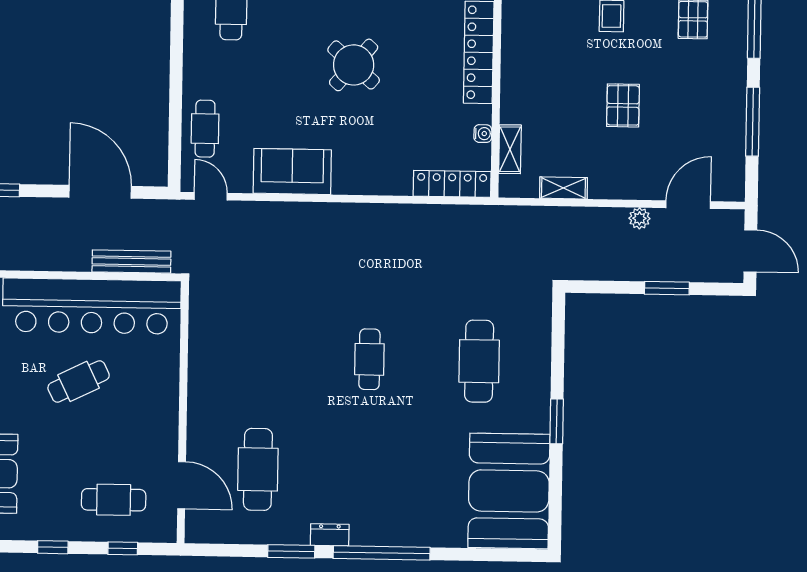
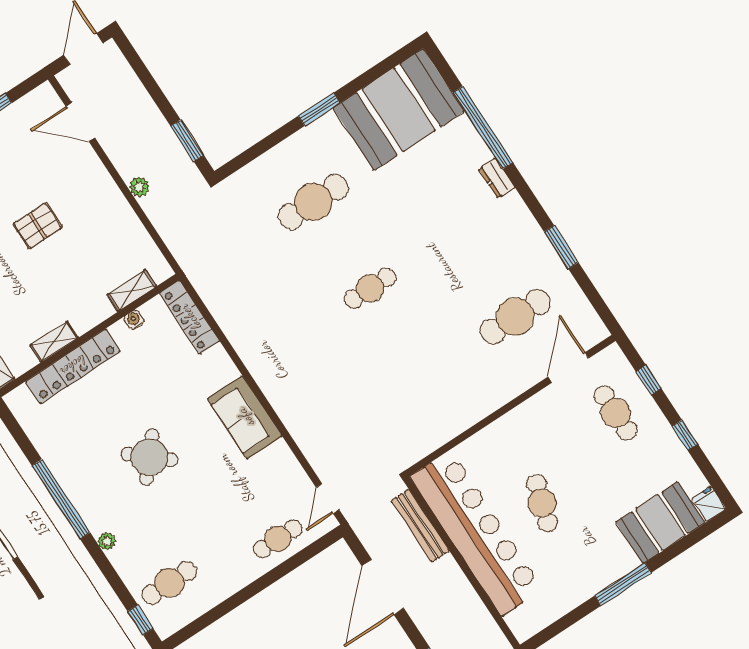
sofa: (292, 172) -> (245, 417), moved
shelving: (563, 188) -> (54, 342), moved, turned 90
plant: (639, 218) -> (139, 187), moved
window: (667, 288) -> (187, 141), moved
cafe table: (79, 381) -> (542, 503), turned 43
dresser: (330, 535) -> (497, 178), moved
window: (382, 553) -> (483, 128), moved

